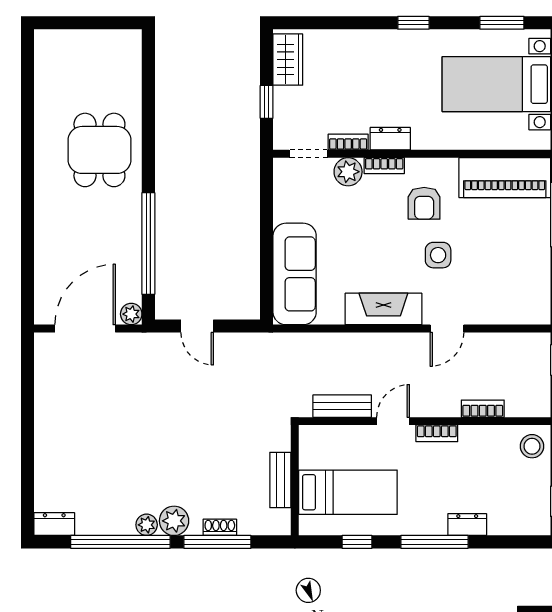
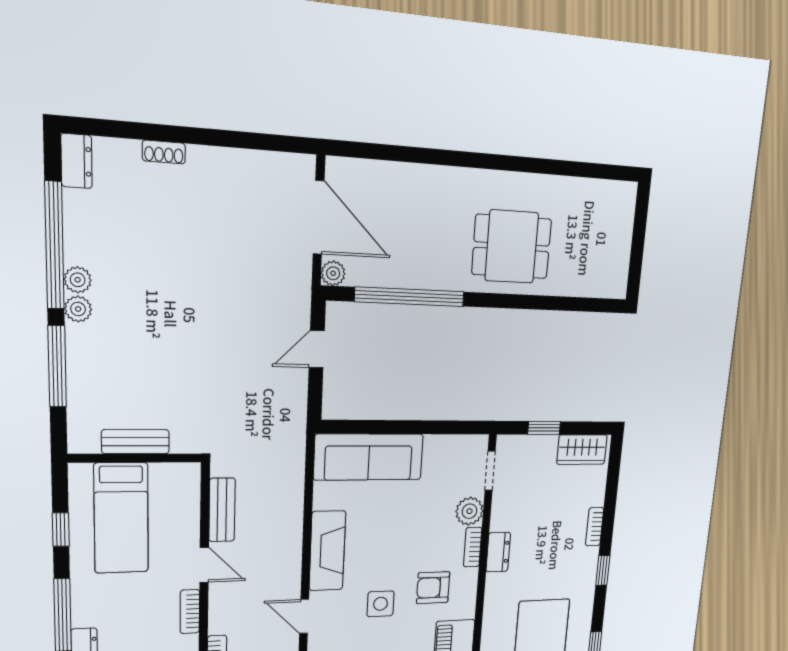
bookcase: (348, 142) -> (595, 527), moved, turned 180
plant: (174, 521) -> (78, 309), width x0.73, depth x0.73
shoe rack: (220, 527) -> (164, 152), moved, turned 90

